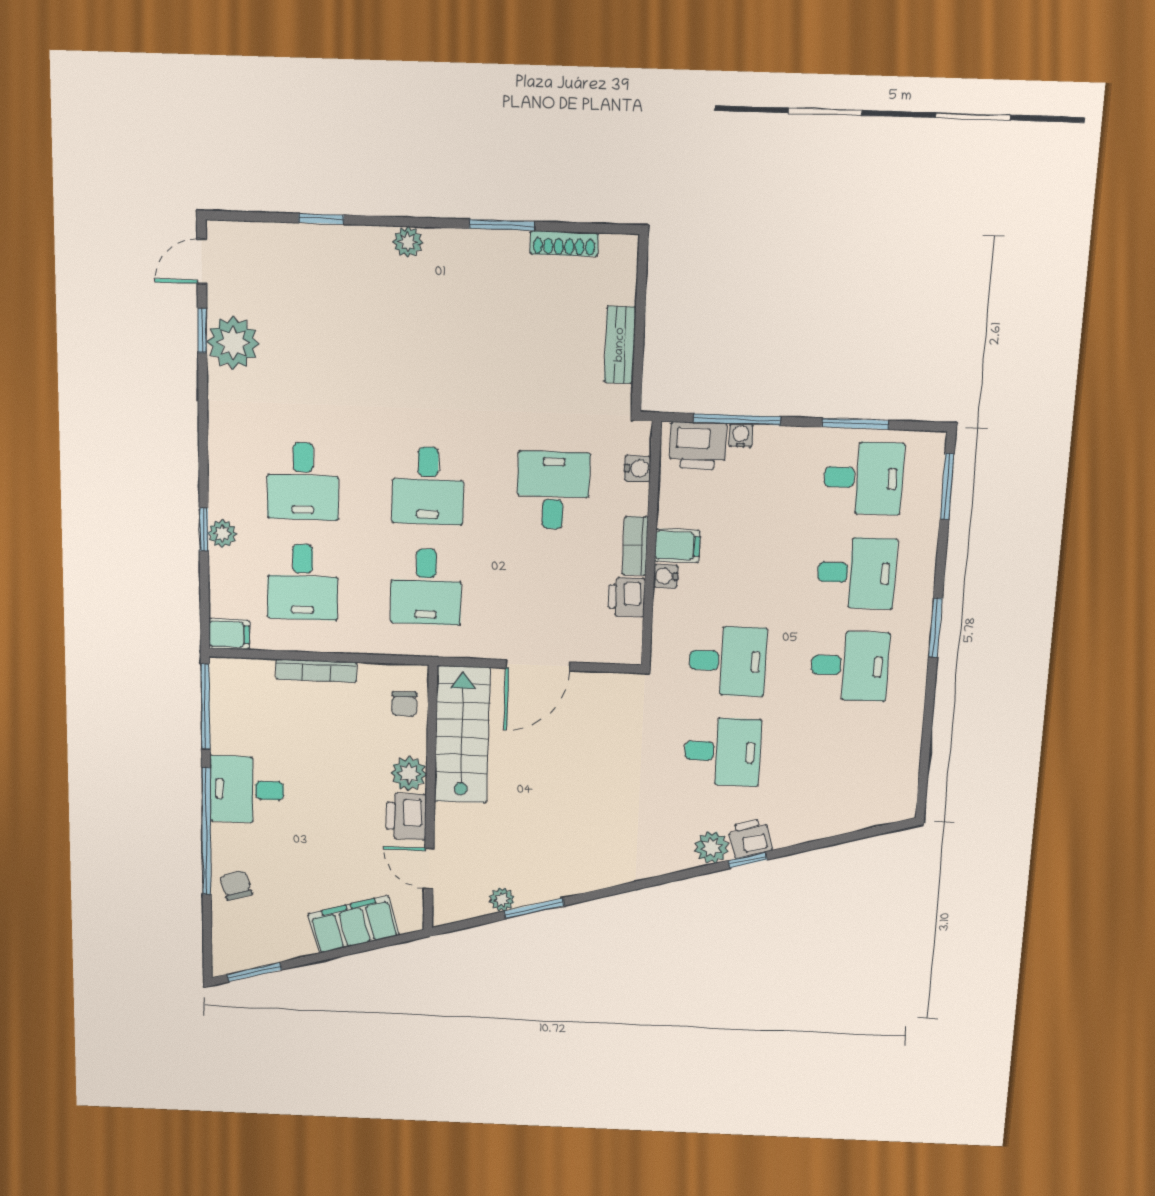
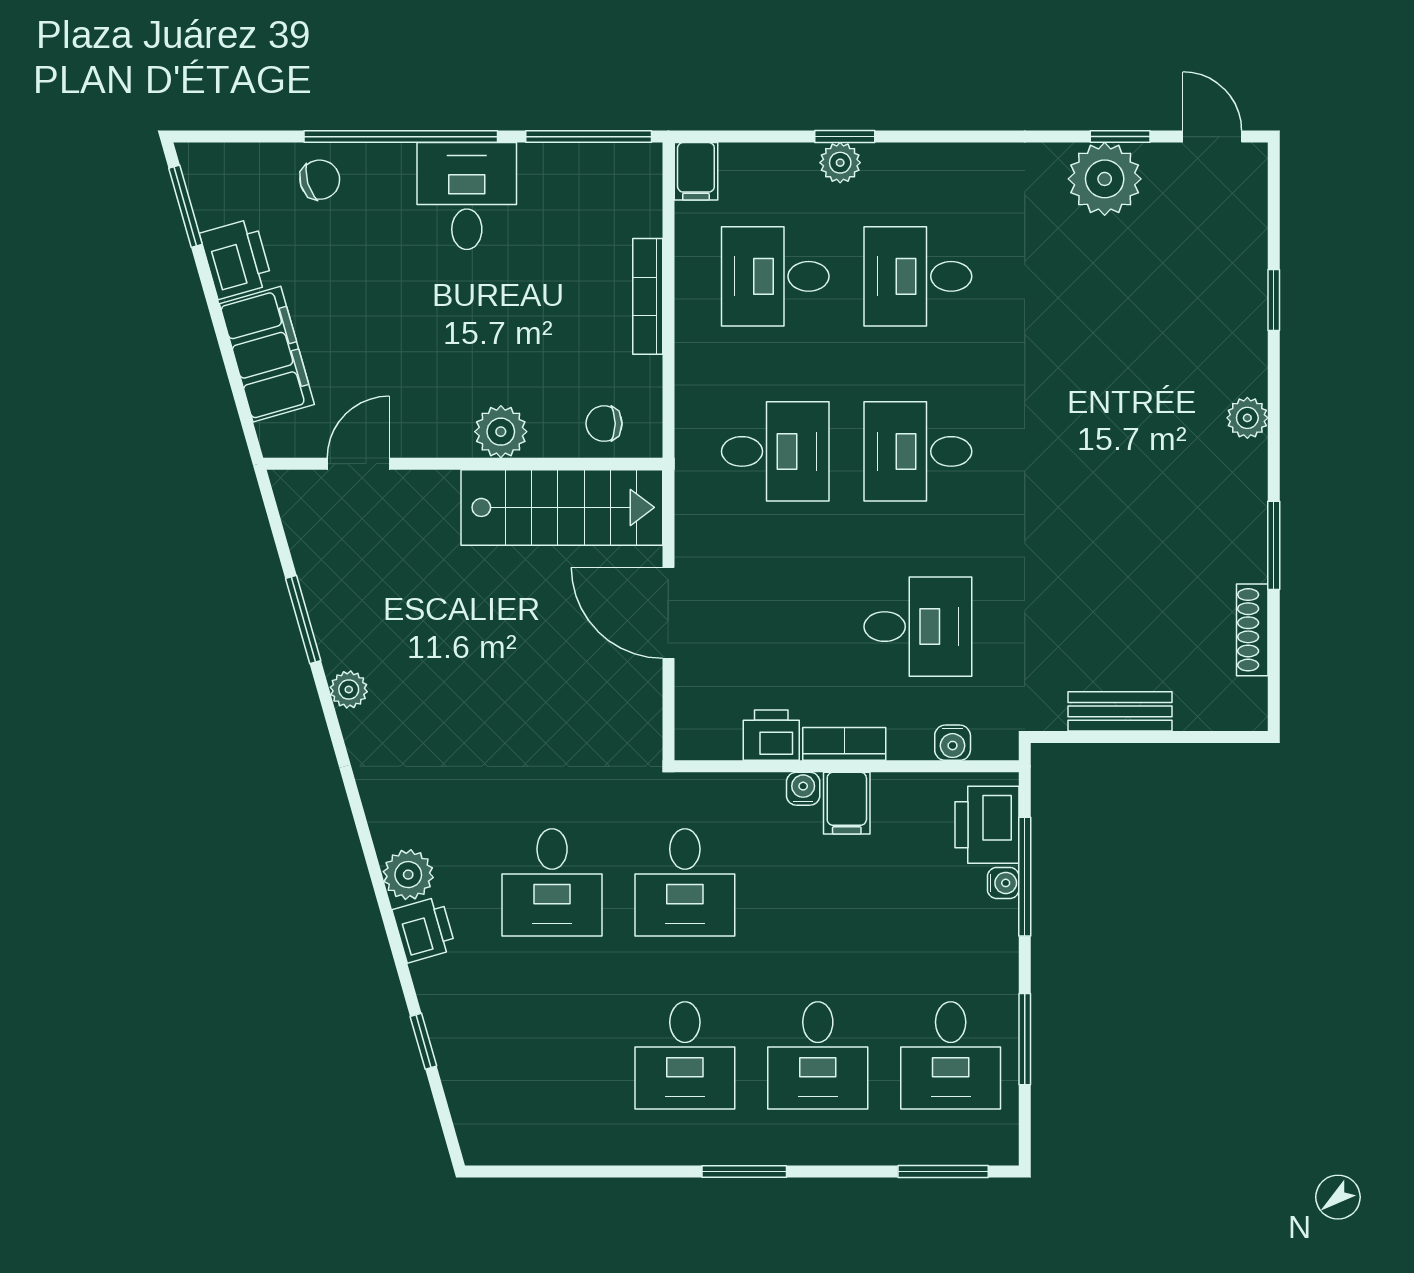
desk: (426, 587) -> (775, 451), turned 180
printer: (406, 816) -> (236, 259), moved, turned 74
window: (747, 860) -> (423, 1041), moved
plant: (502, 899) -> (349, 690), moved

